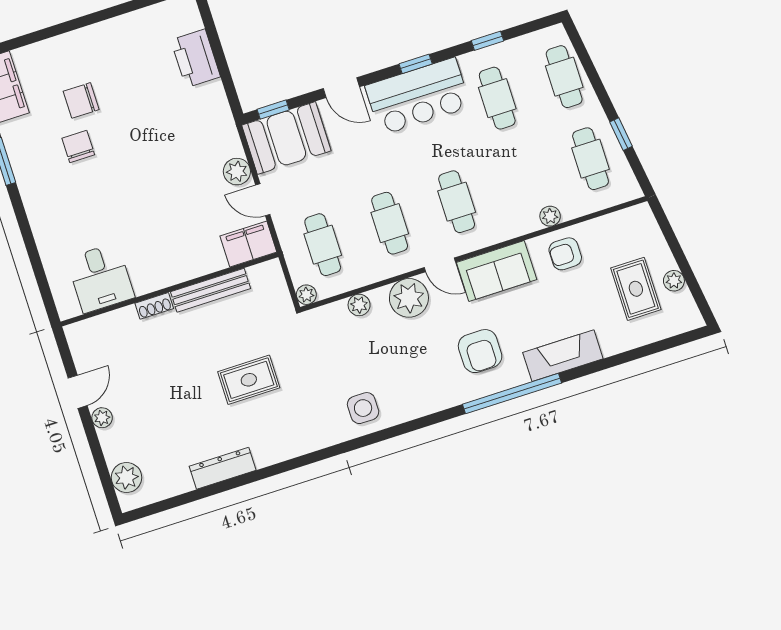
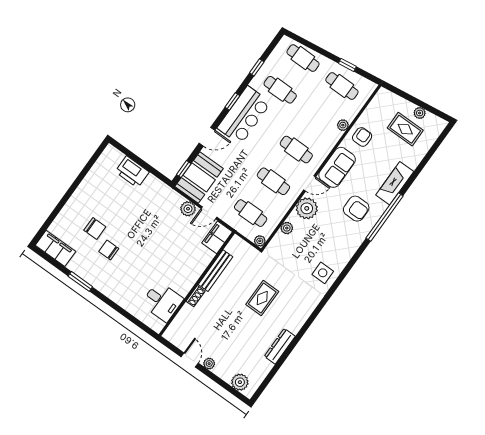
chair: (81, 100) -> (95, 229), turned -90
armchair: (565, 254) -> (362, 137), turned 180

